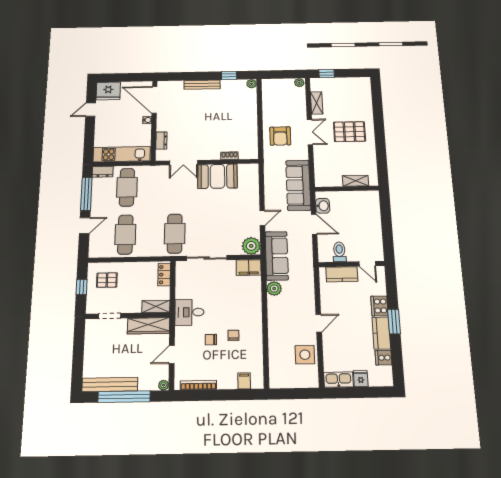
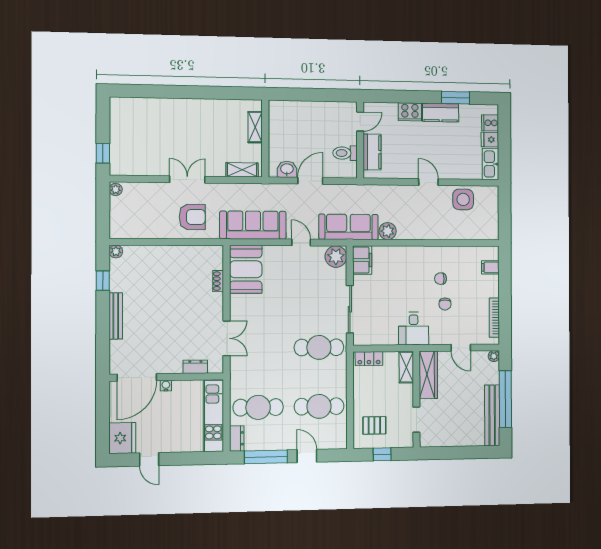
shelving: (317, 103) -> (242, 170), moved
pallet: (349, 132) -> (188, 130), removed
booth: (217, 176) -> (246, 269), moved
sofa: (298, 185) -> (253, 225), moved, turned 180
pallet: (107, 280) -> (374, 425), turned 90
window: (394, 322) -> (456, 98), moved
cooker: (384, 358) -> (490, 123), moved, turned 90

